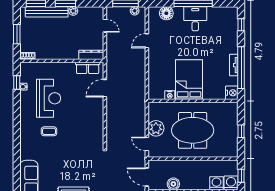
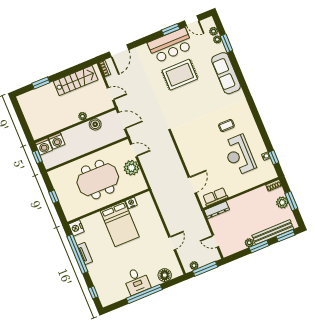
plant: (26, 36) -> (282, 202), added

